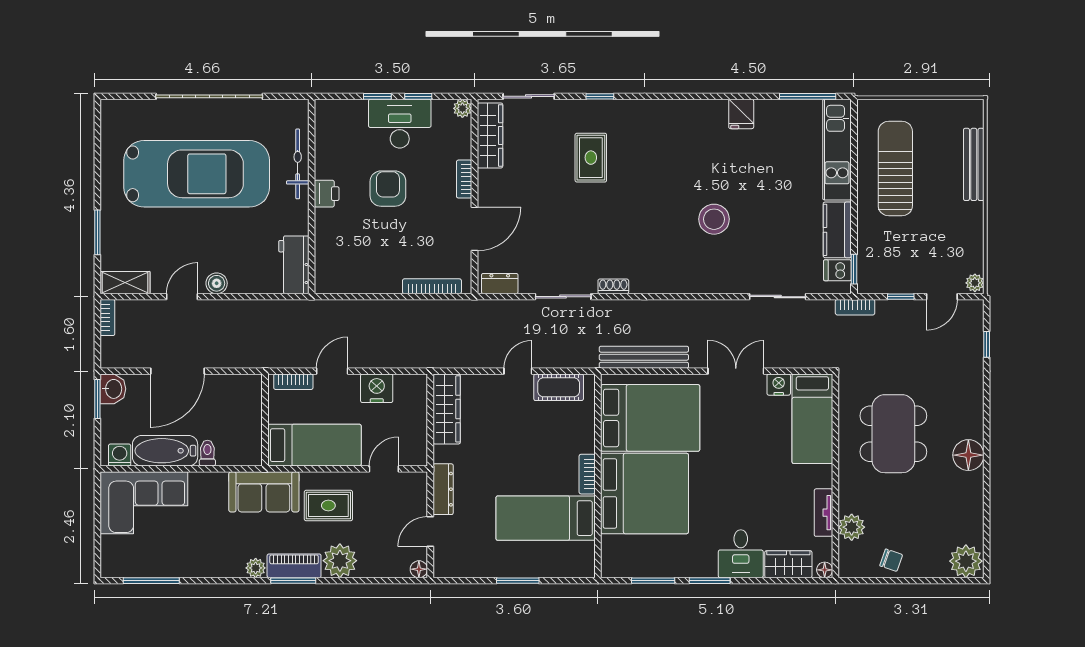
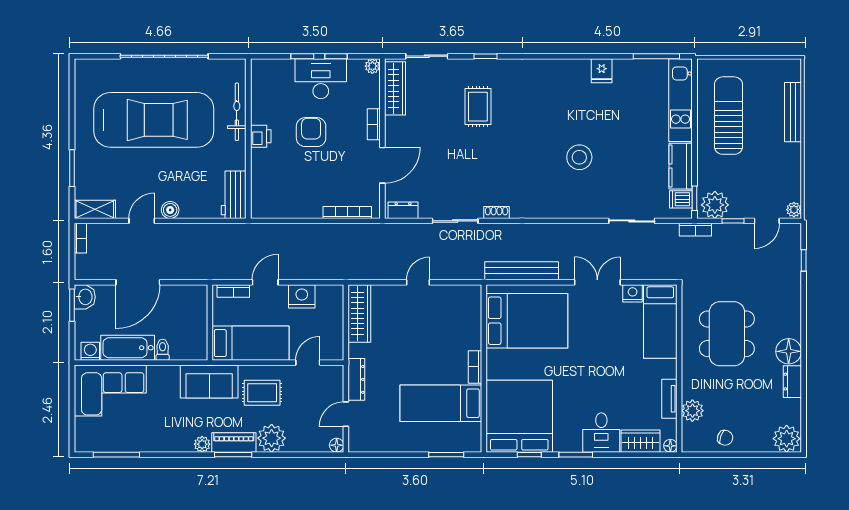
plant: (879, 277) -> (715, 205), added
cot: (559, 387) -> (451, 296), removed
dresser: (973, 492) -> (792, 382), added
bed: (645, 493) -> (519, 416), moved, turned -90
window: (518, 581) -> (446, 455), moved
window: (653, 581) -> (529, 455), width x0.67

